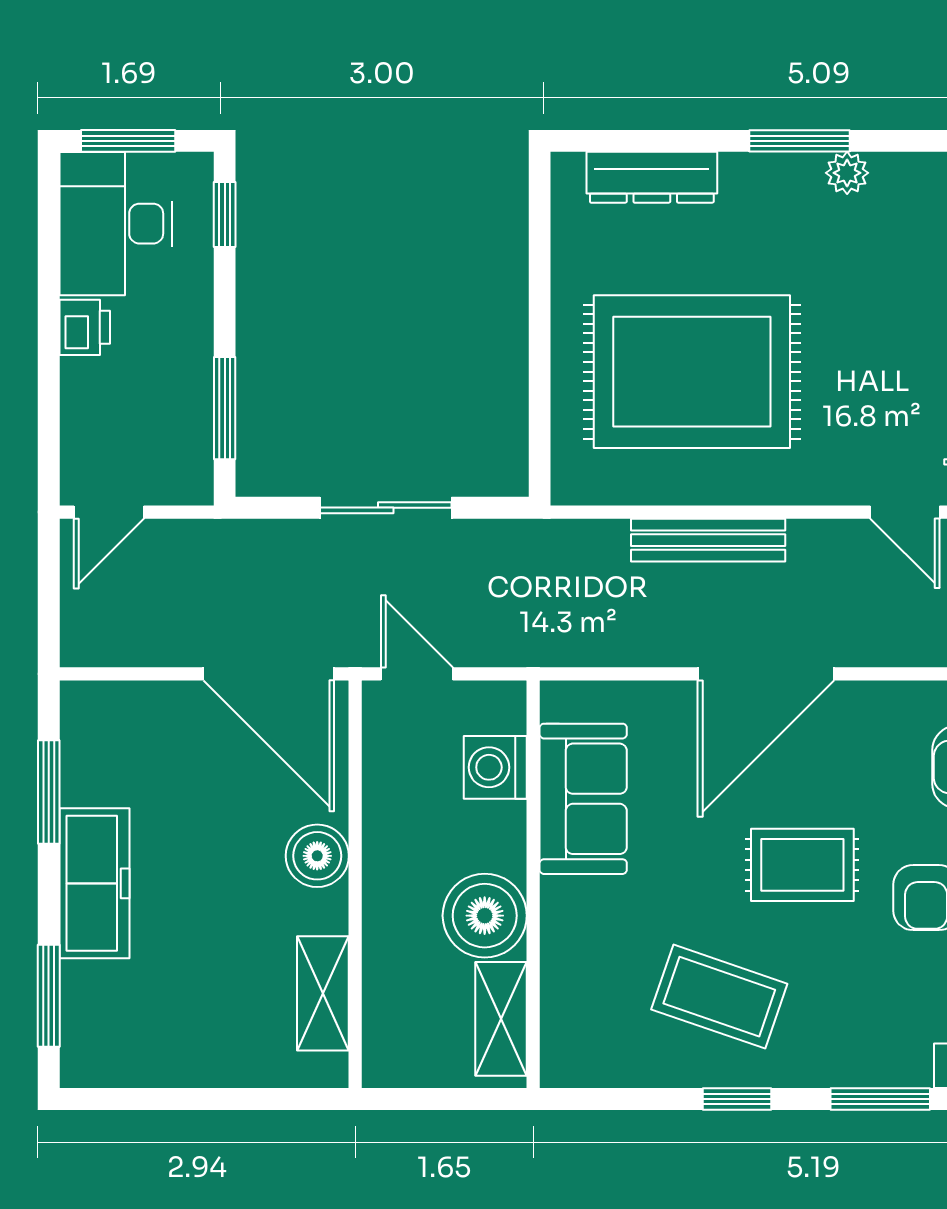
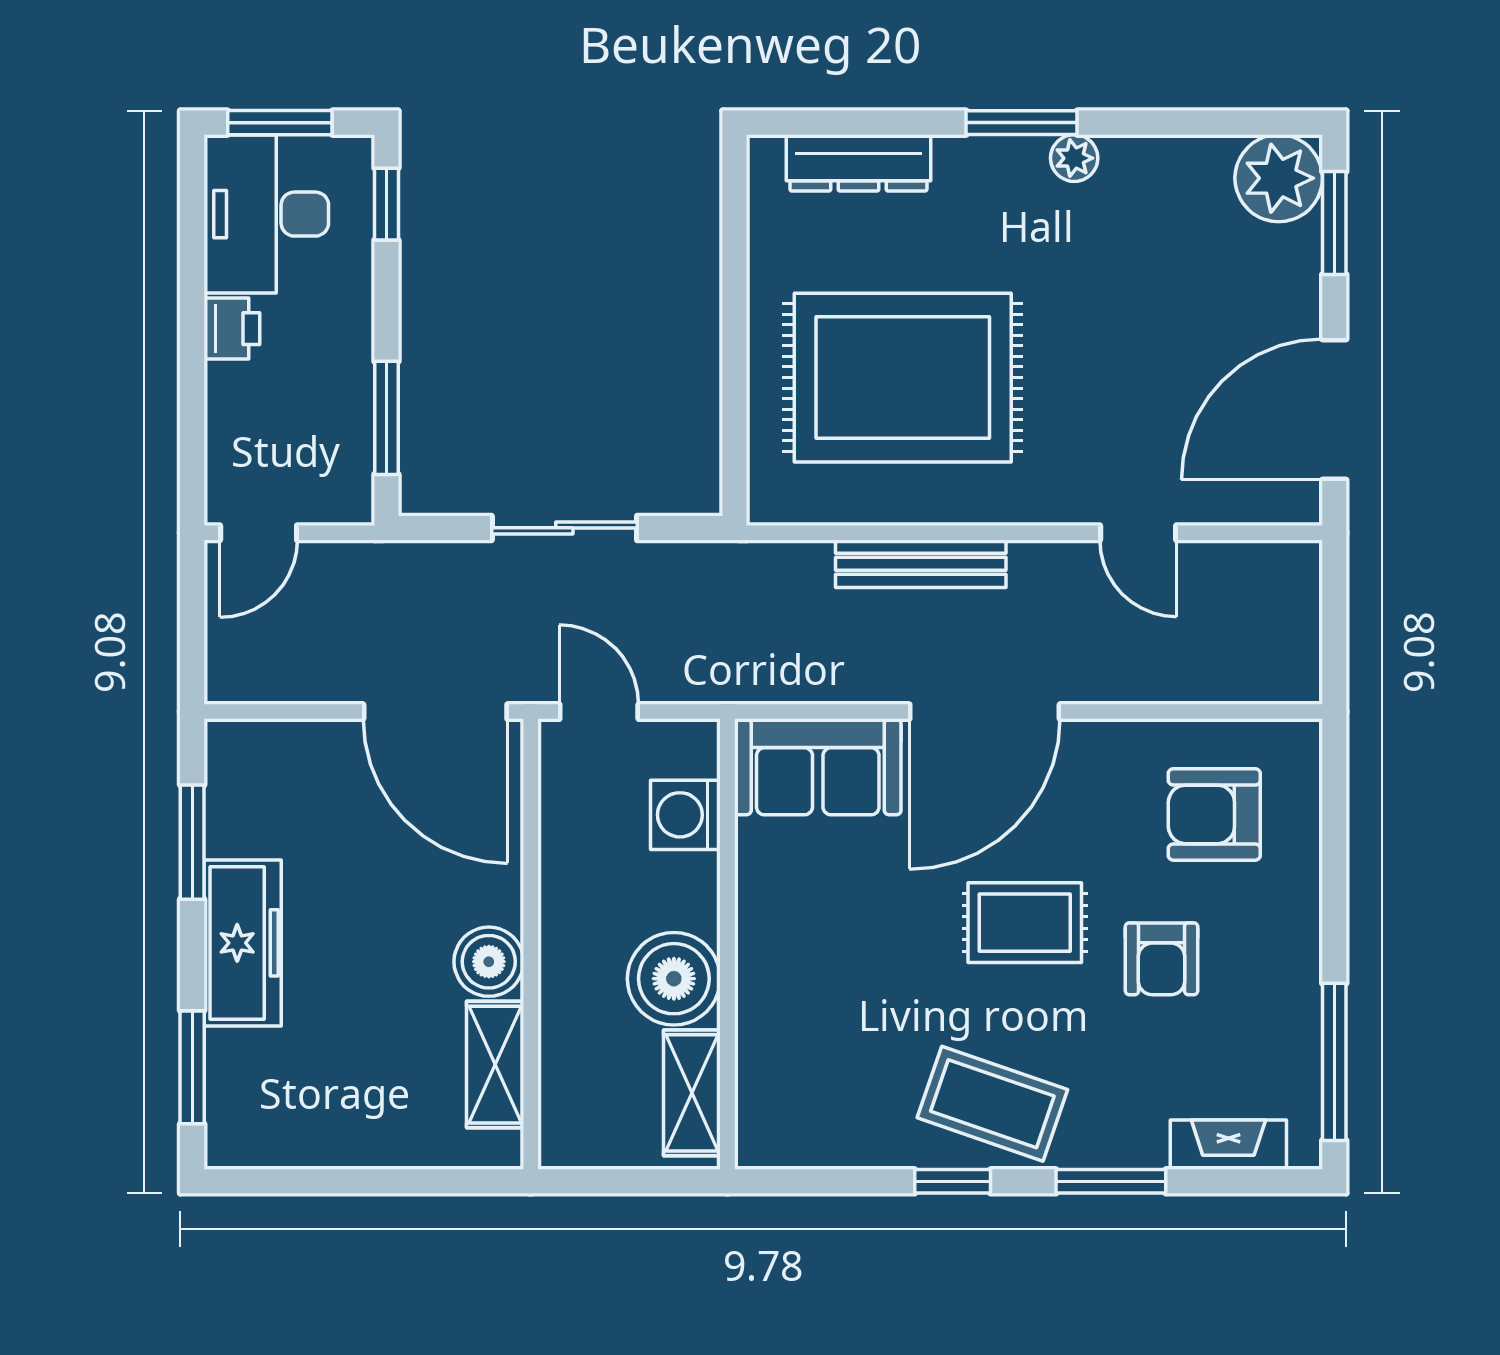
sofa: (583, 799) -> (818, 767), moved, turned 90
boiler: (317, 856) -> (489, 962), moved
coffee table: (719, 997) -> (992, 1104), moved

